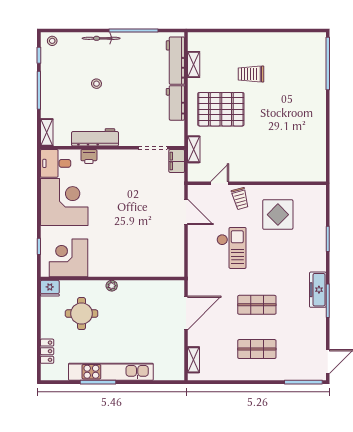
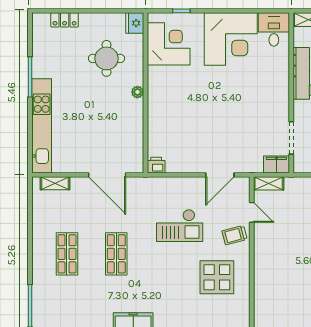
shelving: (194, 149) -> (269, 183), moved
printer: (89, 157) -> (156, 165), moved, turned 90
kitchen unit: (111, 372) -> (42, 126), moved

